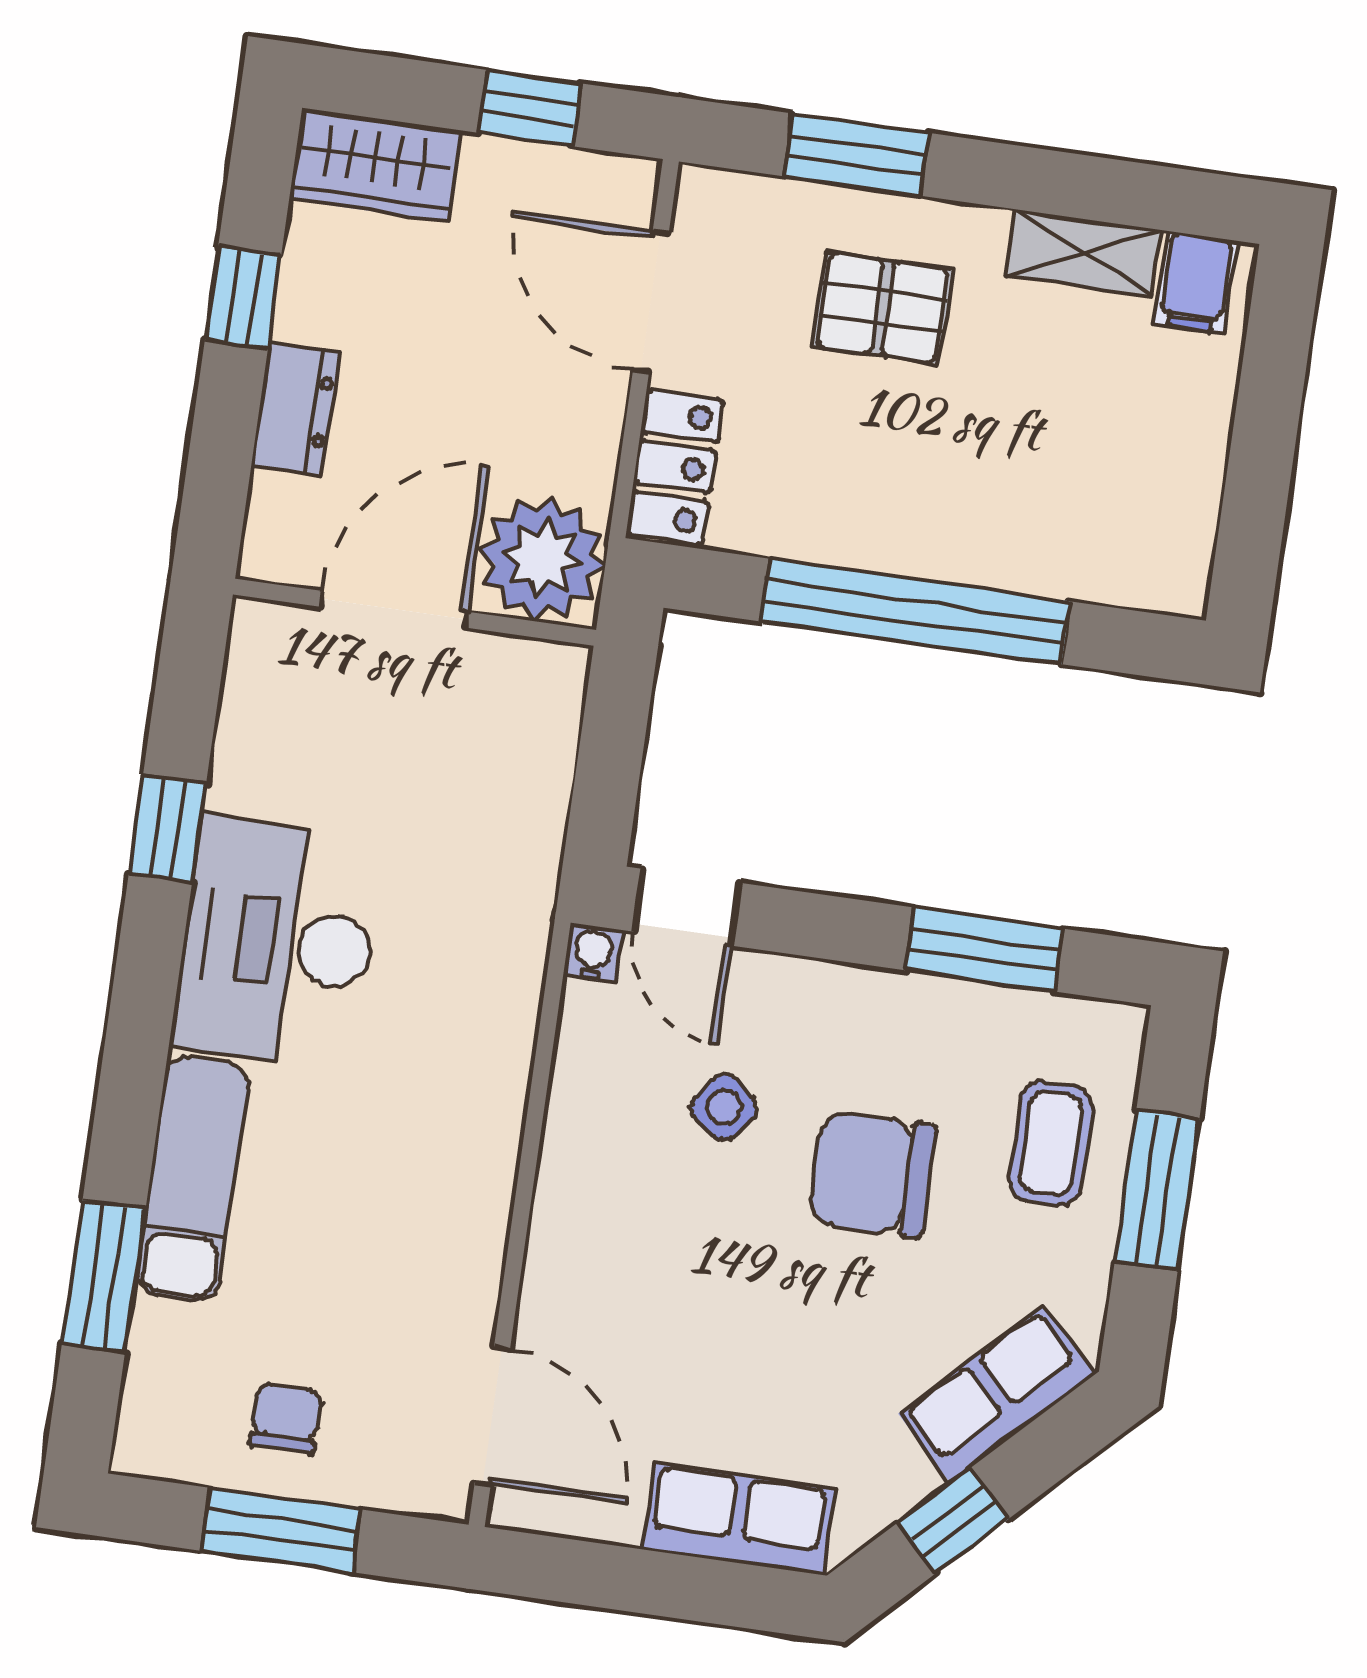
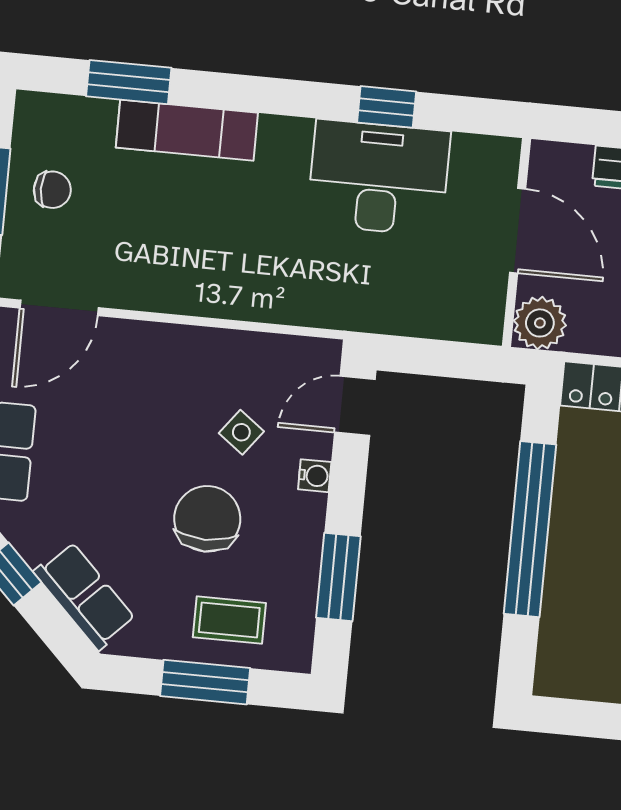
plant: (543, 559) -> (540, 323), width x0.73, depth x0.73
desk: (277, 943) -> (379, 178), moved
water cooler: (593, 953) -> (315, 476), moved

